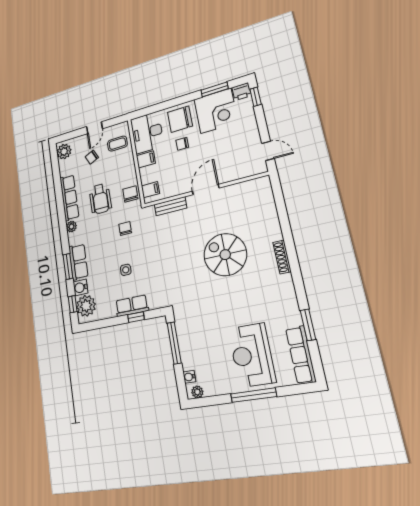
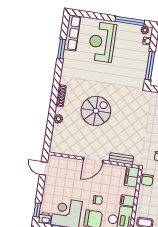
filing cabinet: (150, 190) -> (132, 177), width x2.00
plant: (273, 224) -> (58, 119), added
spiral stairs: (225, 255) -> (96, 111), turned -90
reception desk: (252, 355) -> (102, 42), turned 180
window: (254, 395) -> (130, 21), moved

